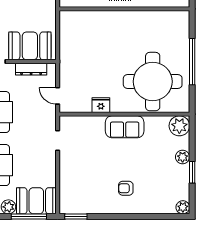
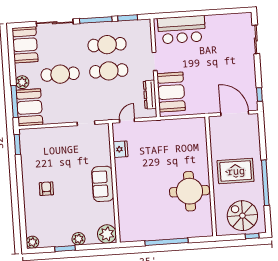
round table: (153, 82) -> (189, 191), moved, width x0.73, depth x0.73
fridge: (101, 105) -> (120, 149), moved

